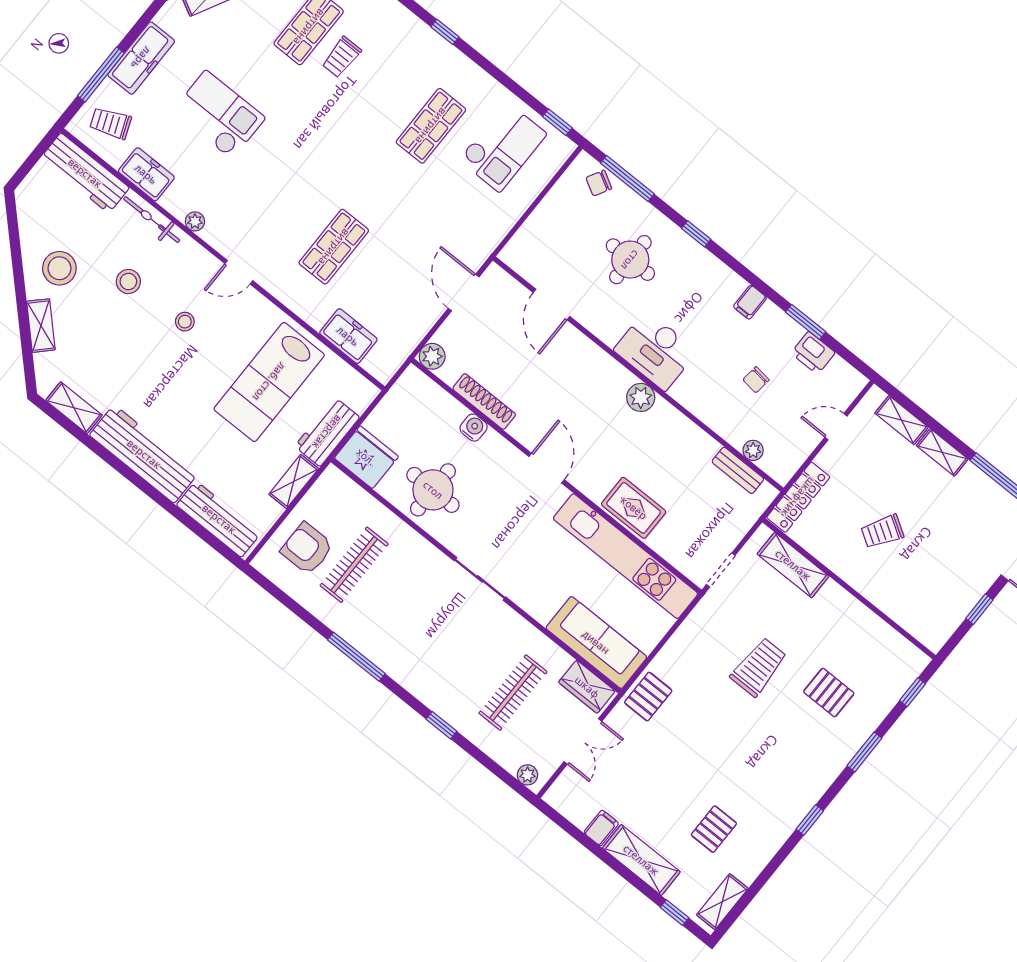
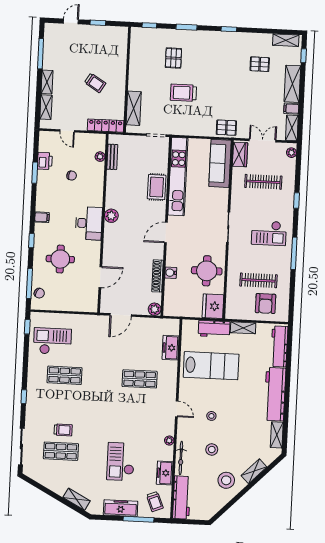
filing cabinet: (750, 302) -> (42, 217), moved
checkout: (420, 640) -> (269, 233), added
shelving: (568, 806) -> (292, 128), added

